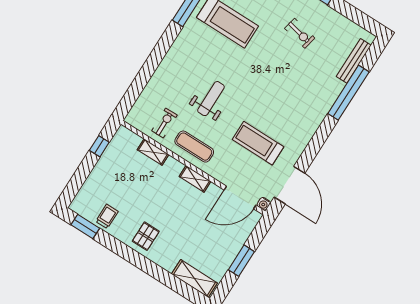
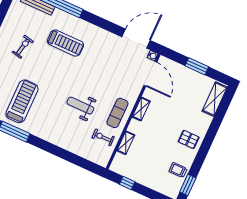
treadmill: (258, 143) -> (65, 43), moved, turned -90

